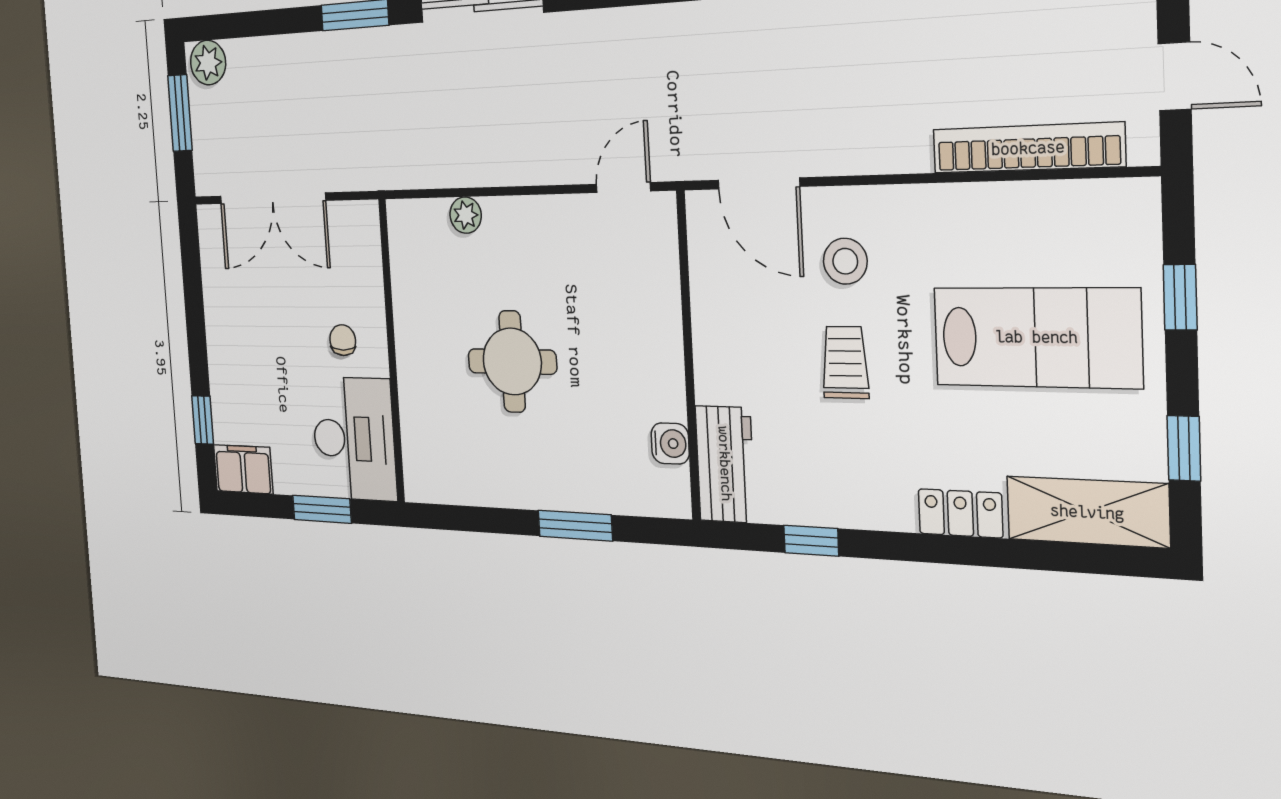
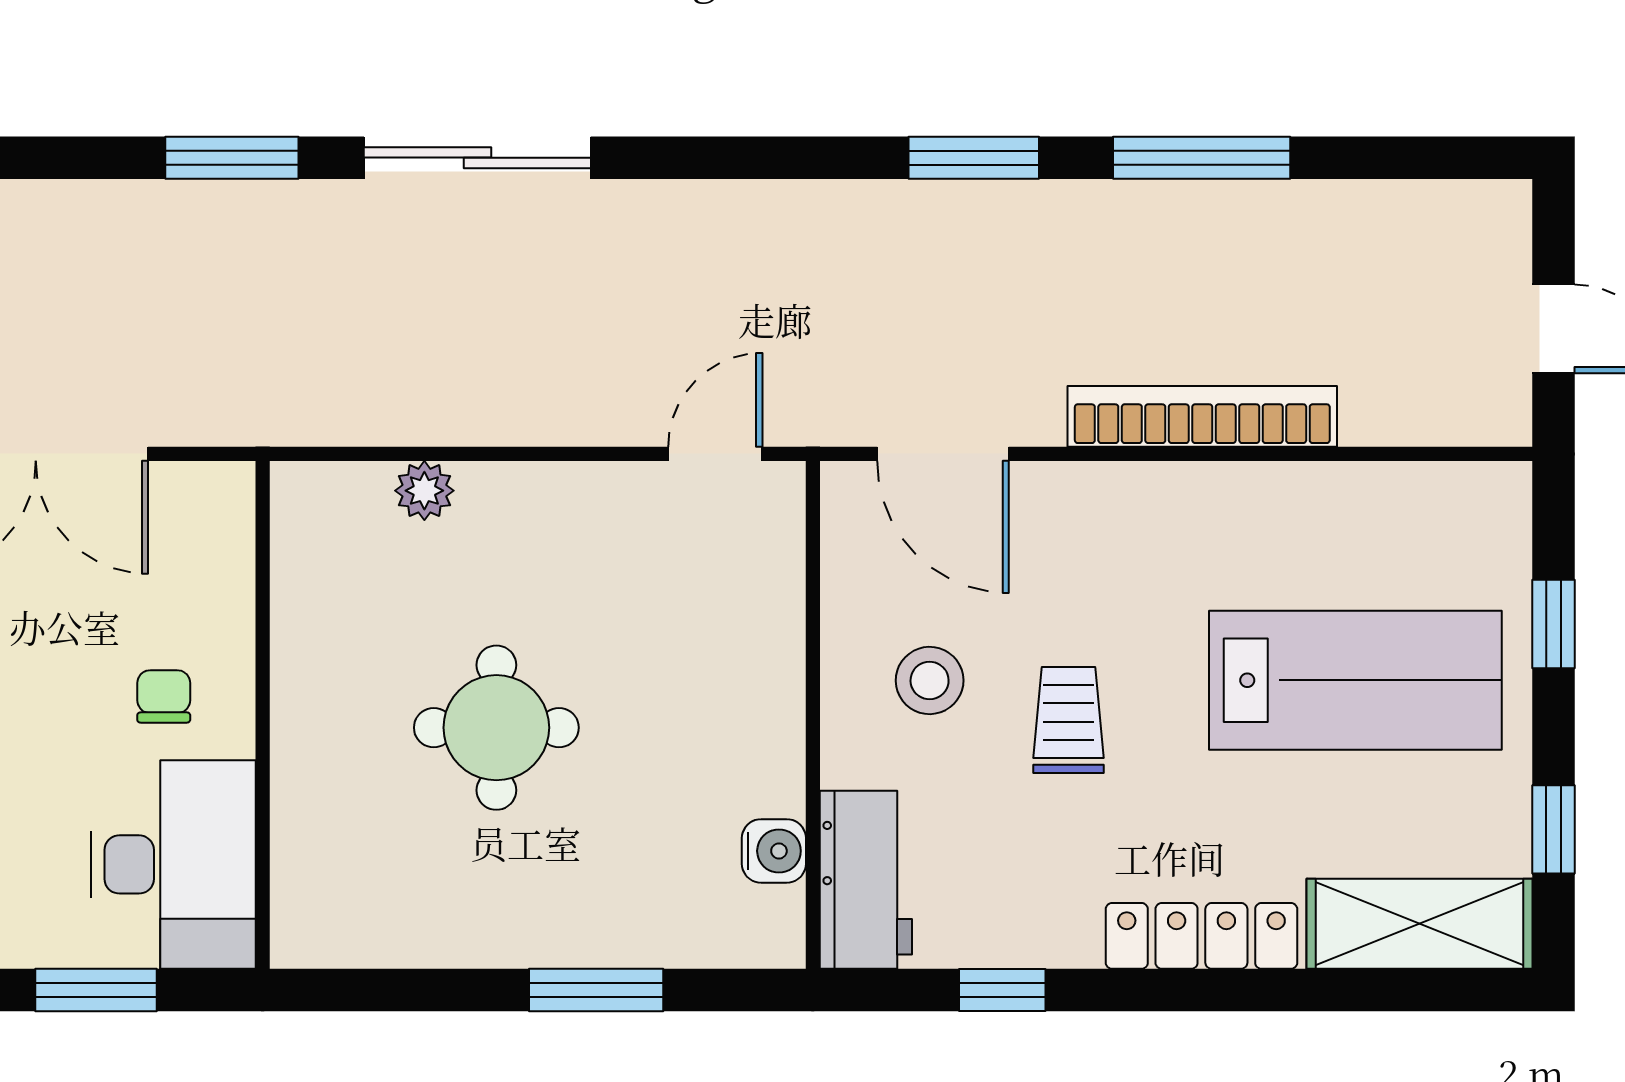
bookcase: (1028, 148) -> (1202, 416), moved
stool: (845, 261) -> (930, 680), moved
locker: (960, 513) -> (1201, 936), width x1.53

